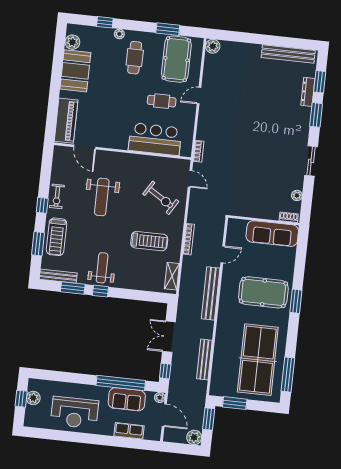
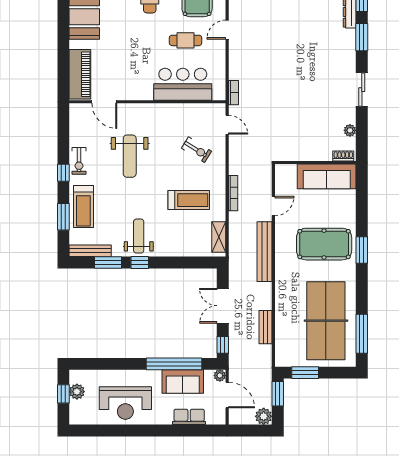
exercise bike: (161, 198) -> (196, 150), width x0.73, depth x0.72
bench: (204, 359) -> (266, 327), width x0.73

